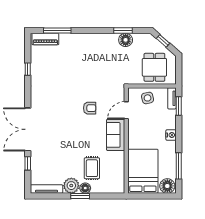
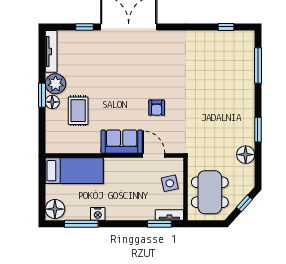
window: (123, 30) -> (258, 130), moved
piano: (45, 39) -> (247, 50), removed
dining table: (154, 67) -> (210, 192), width x1.38
window: (28, 69) -> (226, 27), moved
nightstand: (171, 135) -> (98, 214), moved
rug: (92, 168) -> (78, 111), turned 90
bed: (143, 171) -> (74, 171), width x0.67

